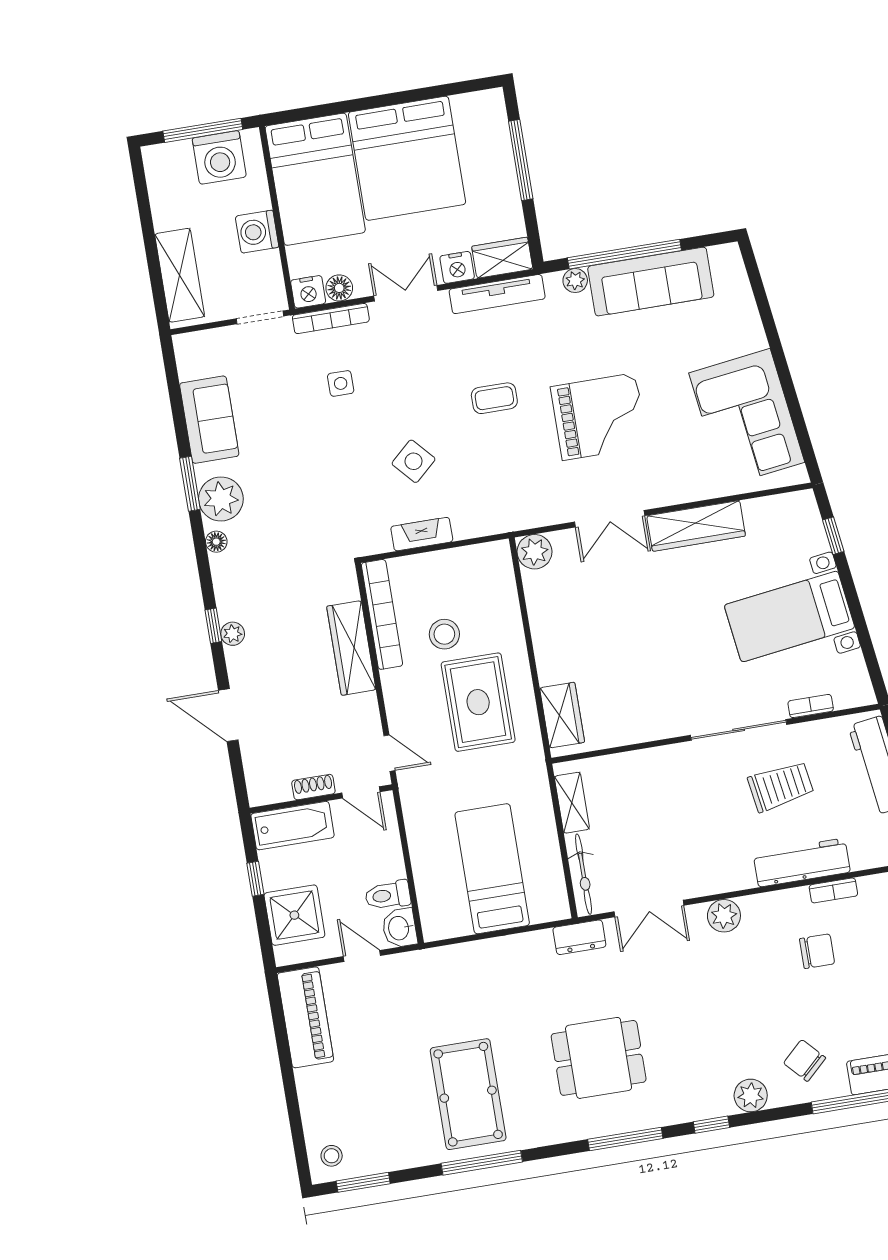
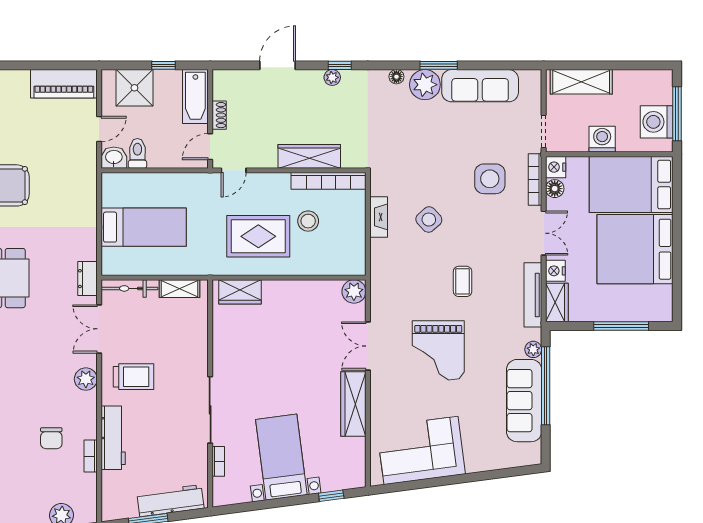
side table: (341, 383) -> (490, 179), width x1.87, depth x1.87
sofa: (209, 420) -> (480, 86), width x1.36
trolley: (781, 786) -> (133, 377), moved, turned -81

